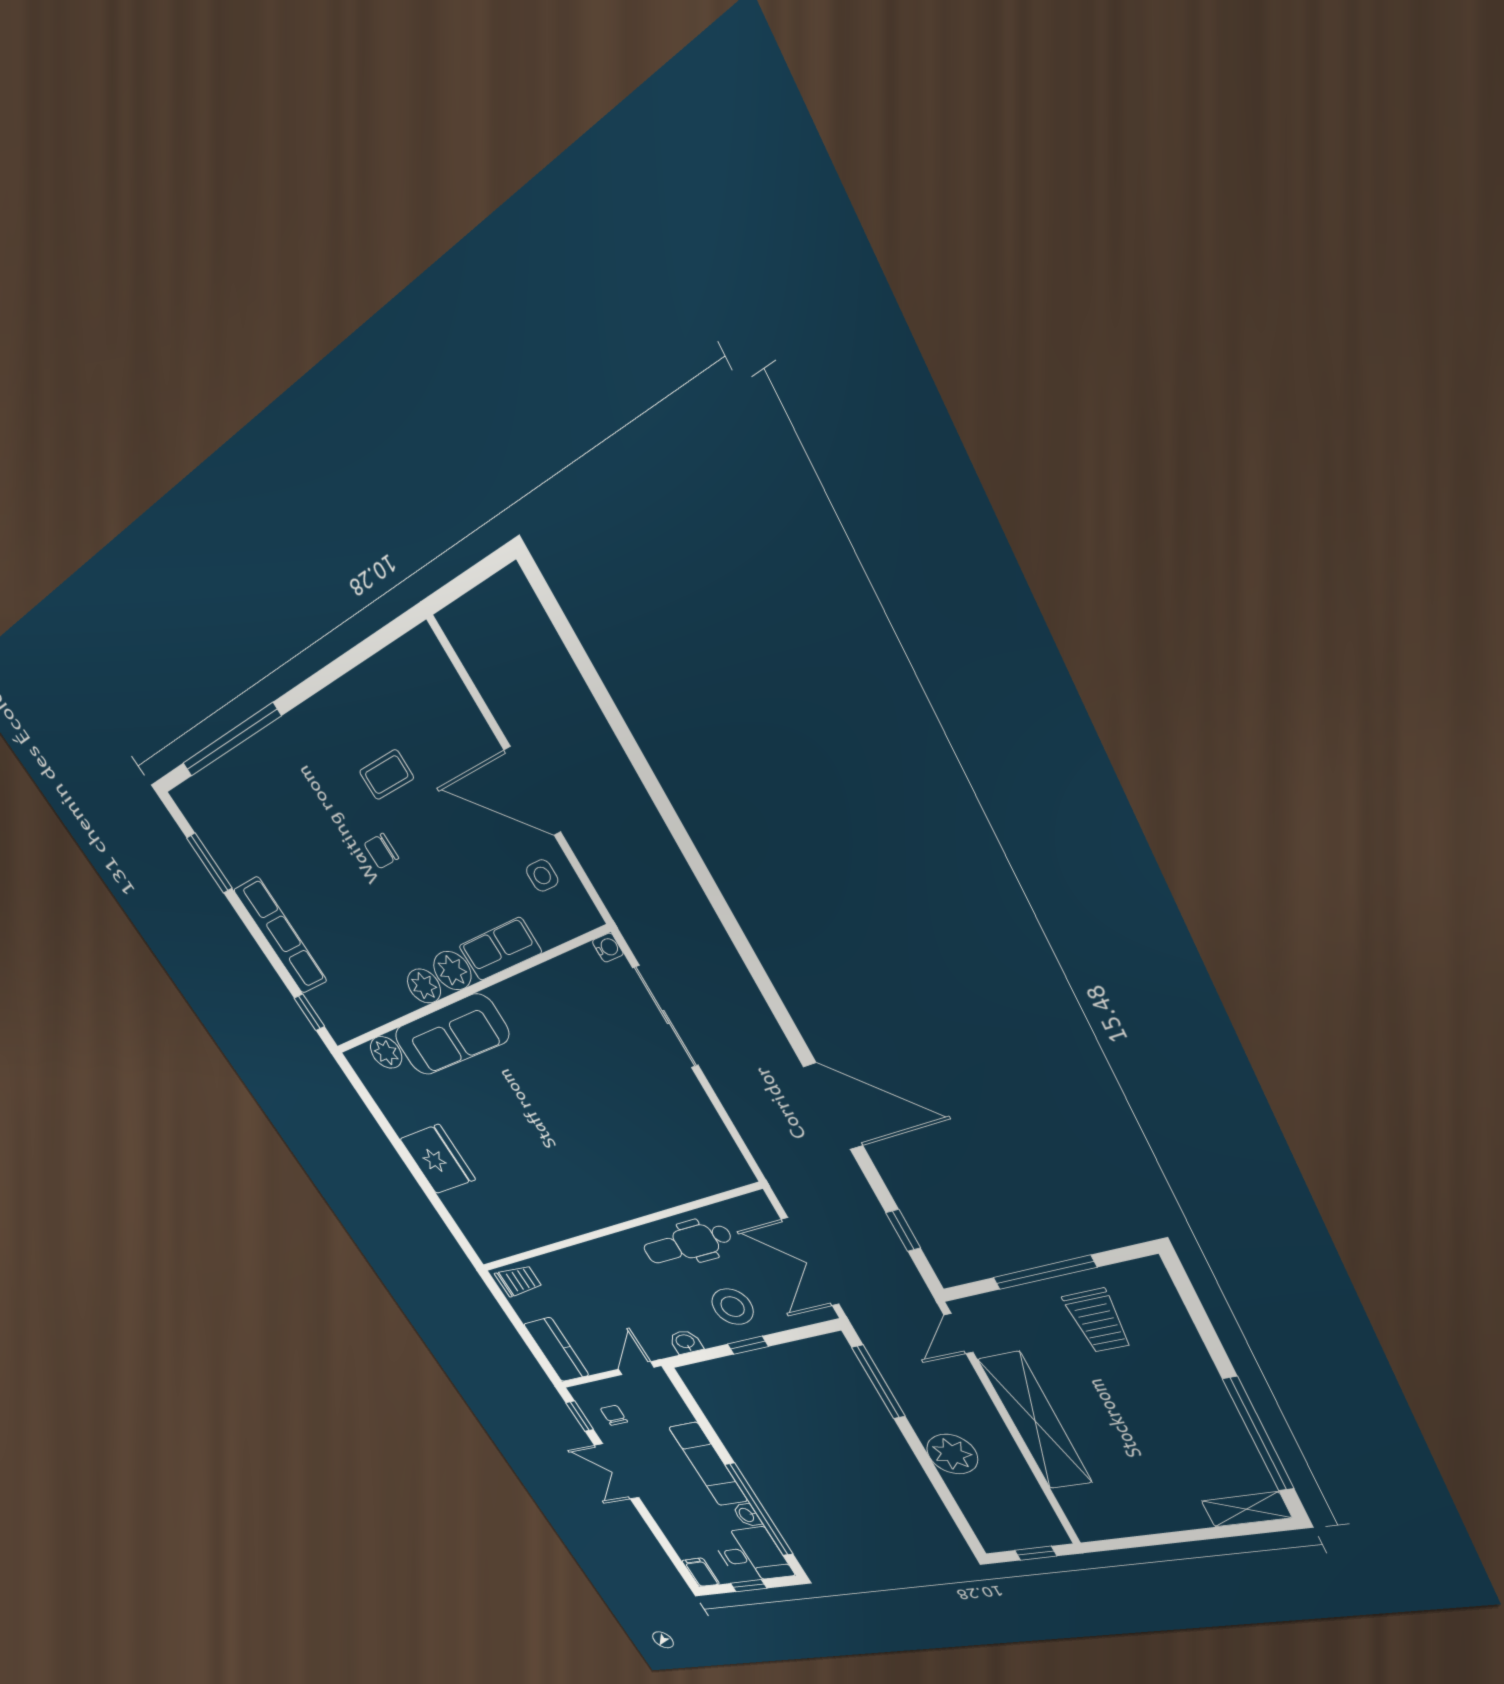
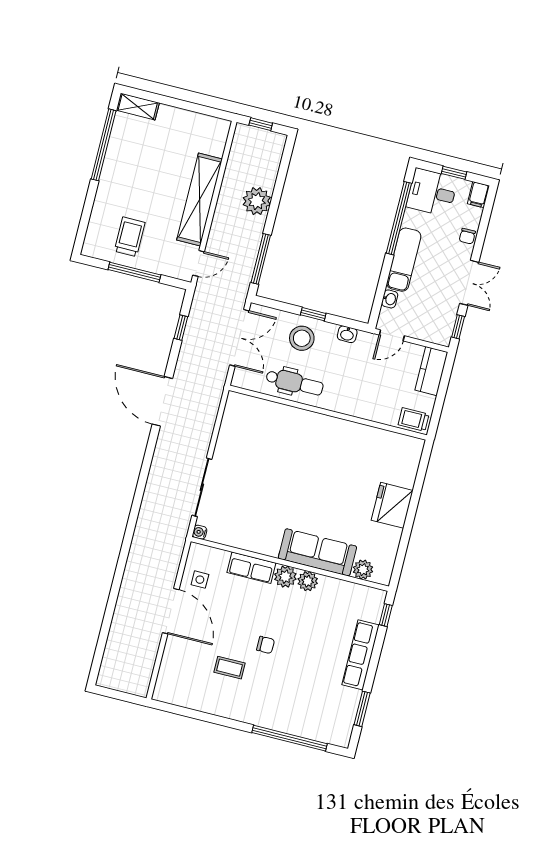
chair: (614, 1415) -> (467, 236), moved
washbasin: (747, 1515) -> (390, 299), moved

